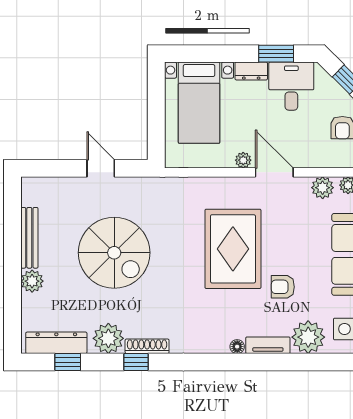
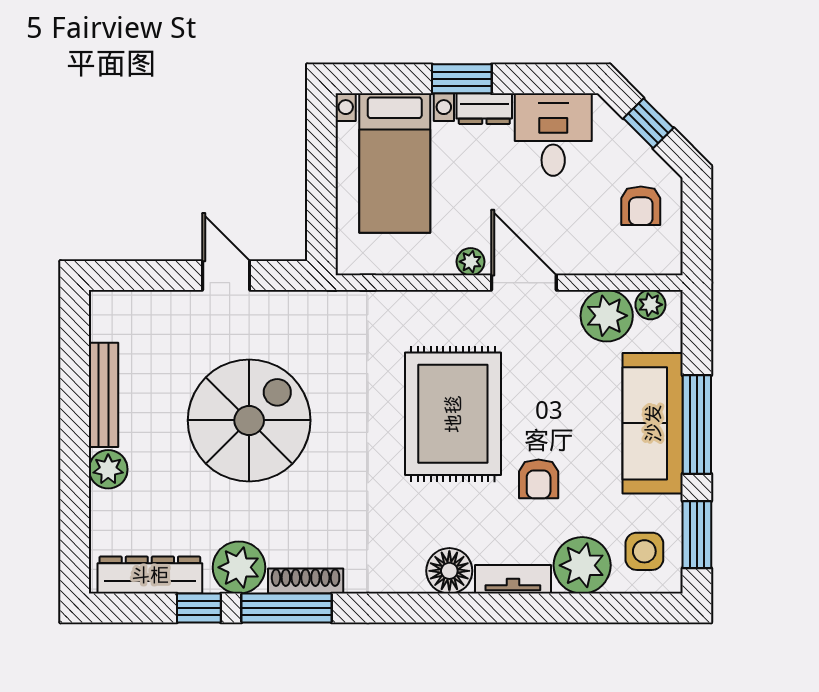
window: (276, 54) -> (462, 79), moved
plant: (323, 188) -> (607, 316), width x1.36, depth x1.36
spiral stairs: (114, 253) -> (249, 420), turned -90
armchair: (283, 287) -> (539, 479), turned -90
floor lamp: (237, 347) -> (449, 571), width x1.89, depth x1.89
window: (68, 362) -> (199, 608), moved
window: (136, 362) -> (287, 608), width x2.17

